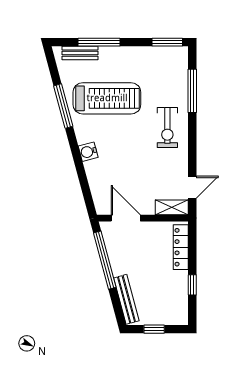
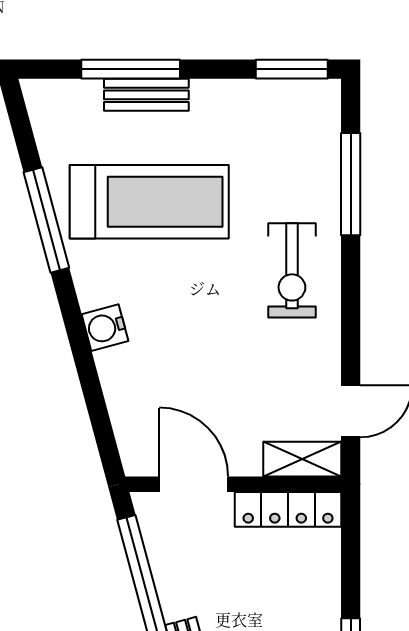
bench: (80, 53) -> (146, 95), moved
locker: (181, 247) -> (288, 509), moved, turned -90

